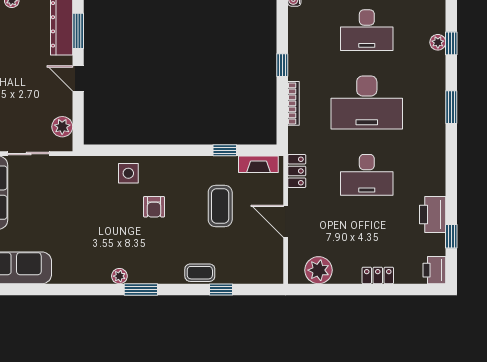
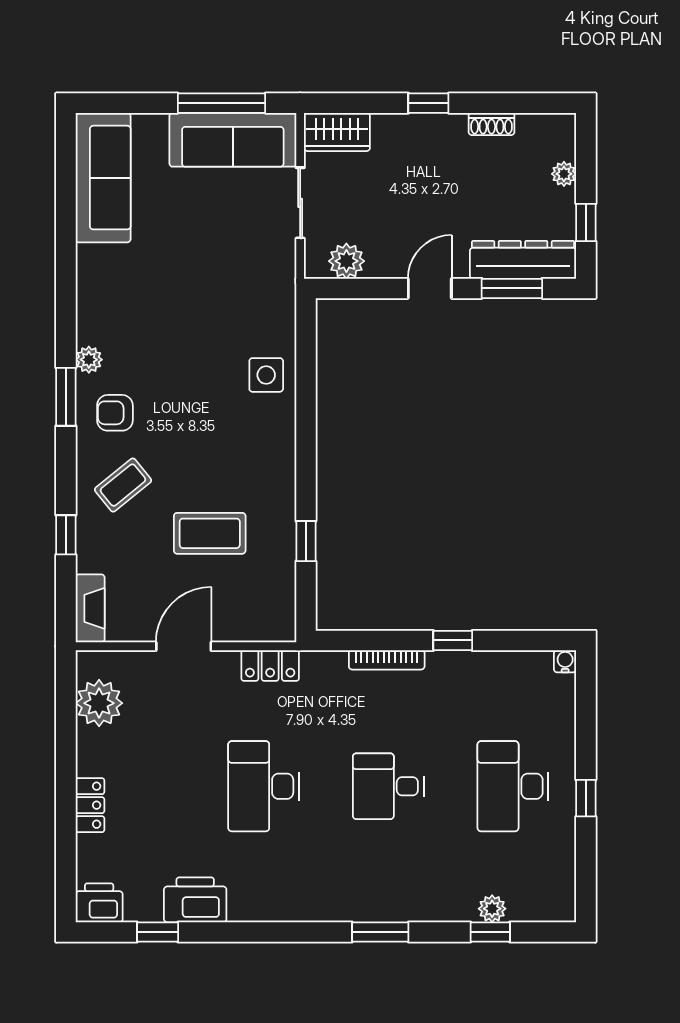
desk: (367, 103) -> (388, 786), width x0.53, depth x0.77
fireplace: (258, 164) -> (90, 608), moved, turned 180
armchair: (154, 207) -> (115, 413), moved
coffee table: (200, 273) -> (123, 485), moved, turned 51

